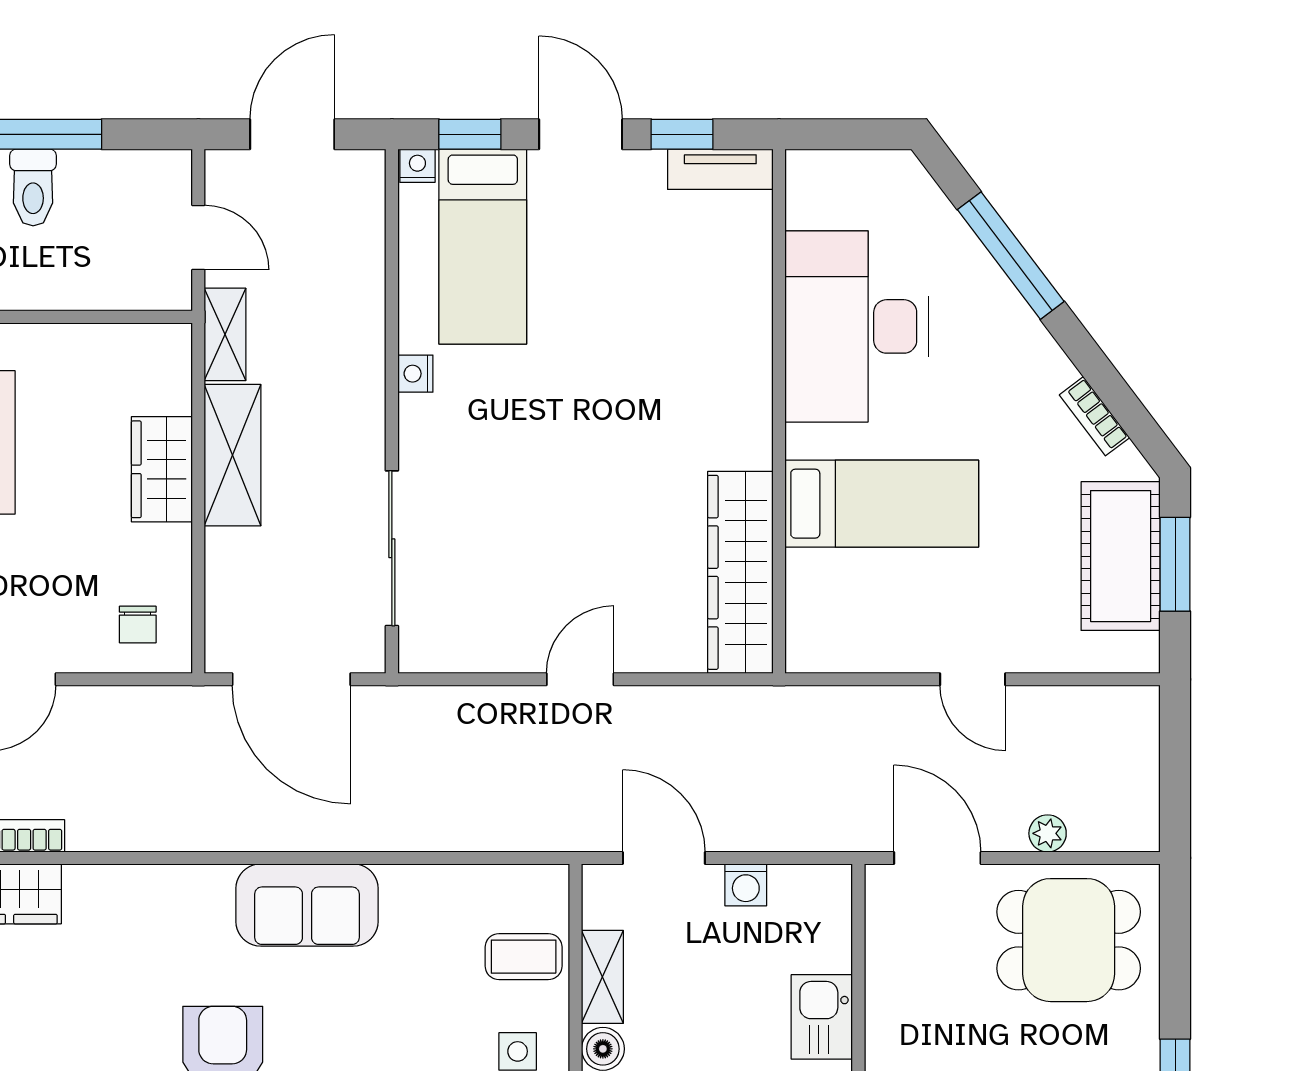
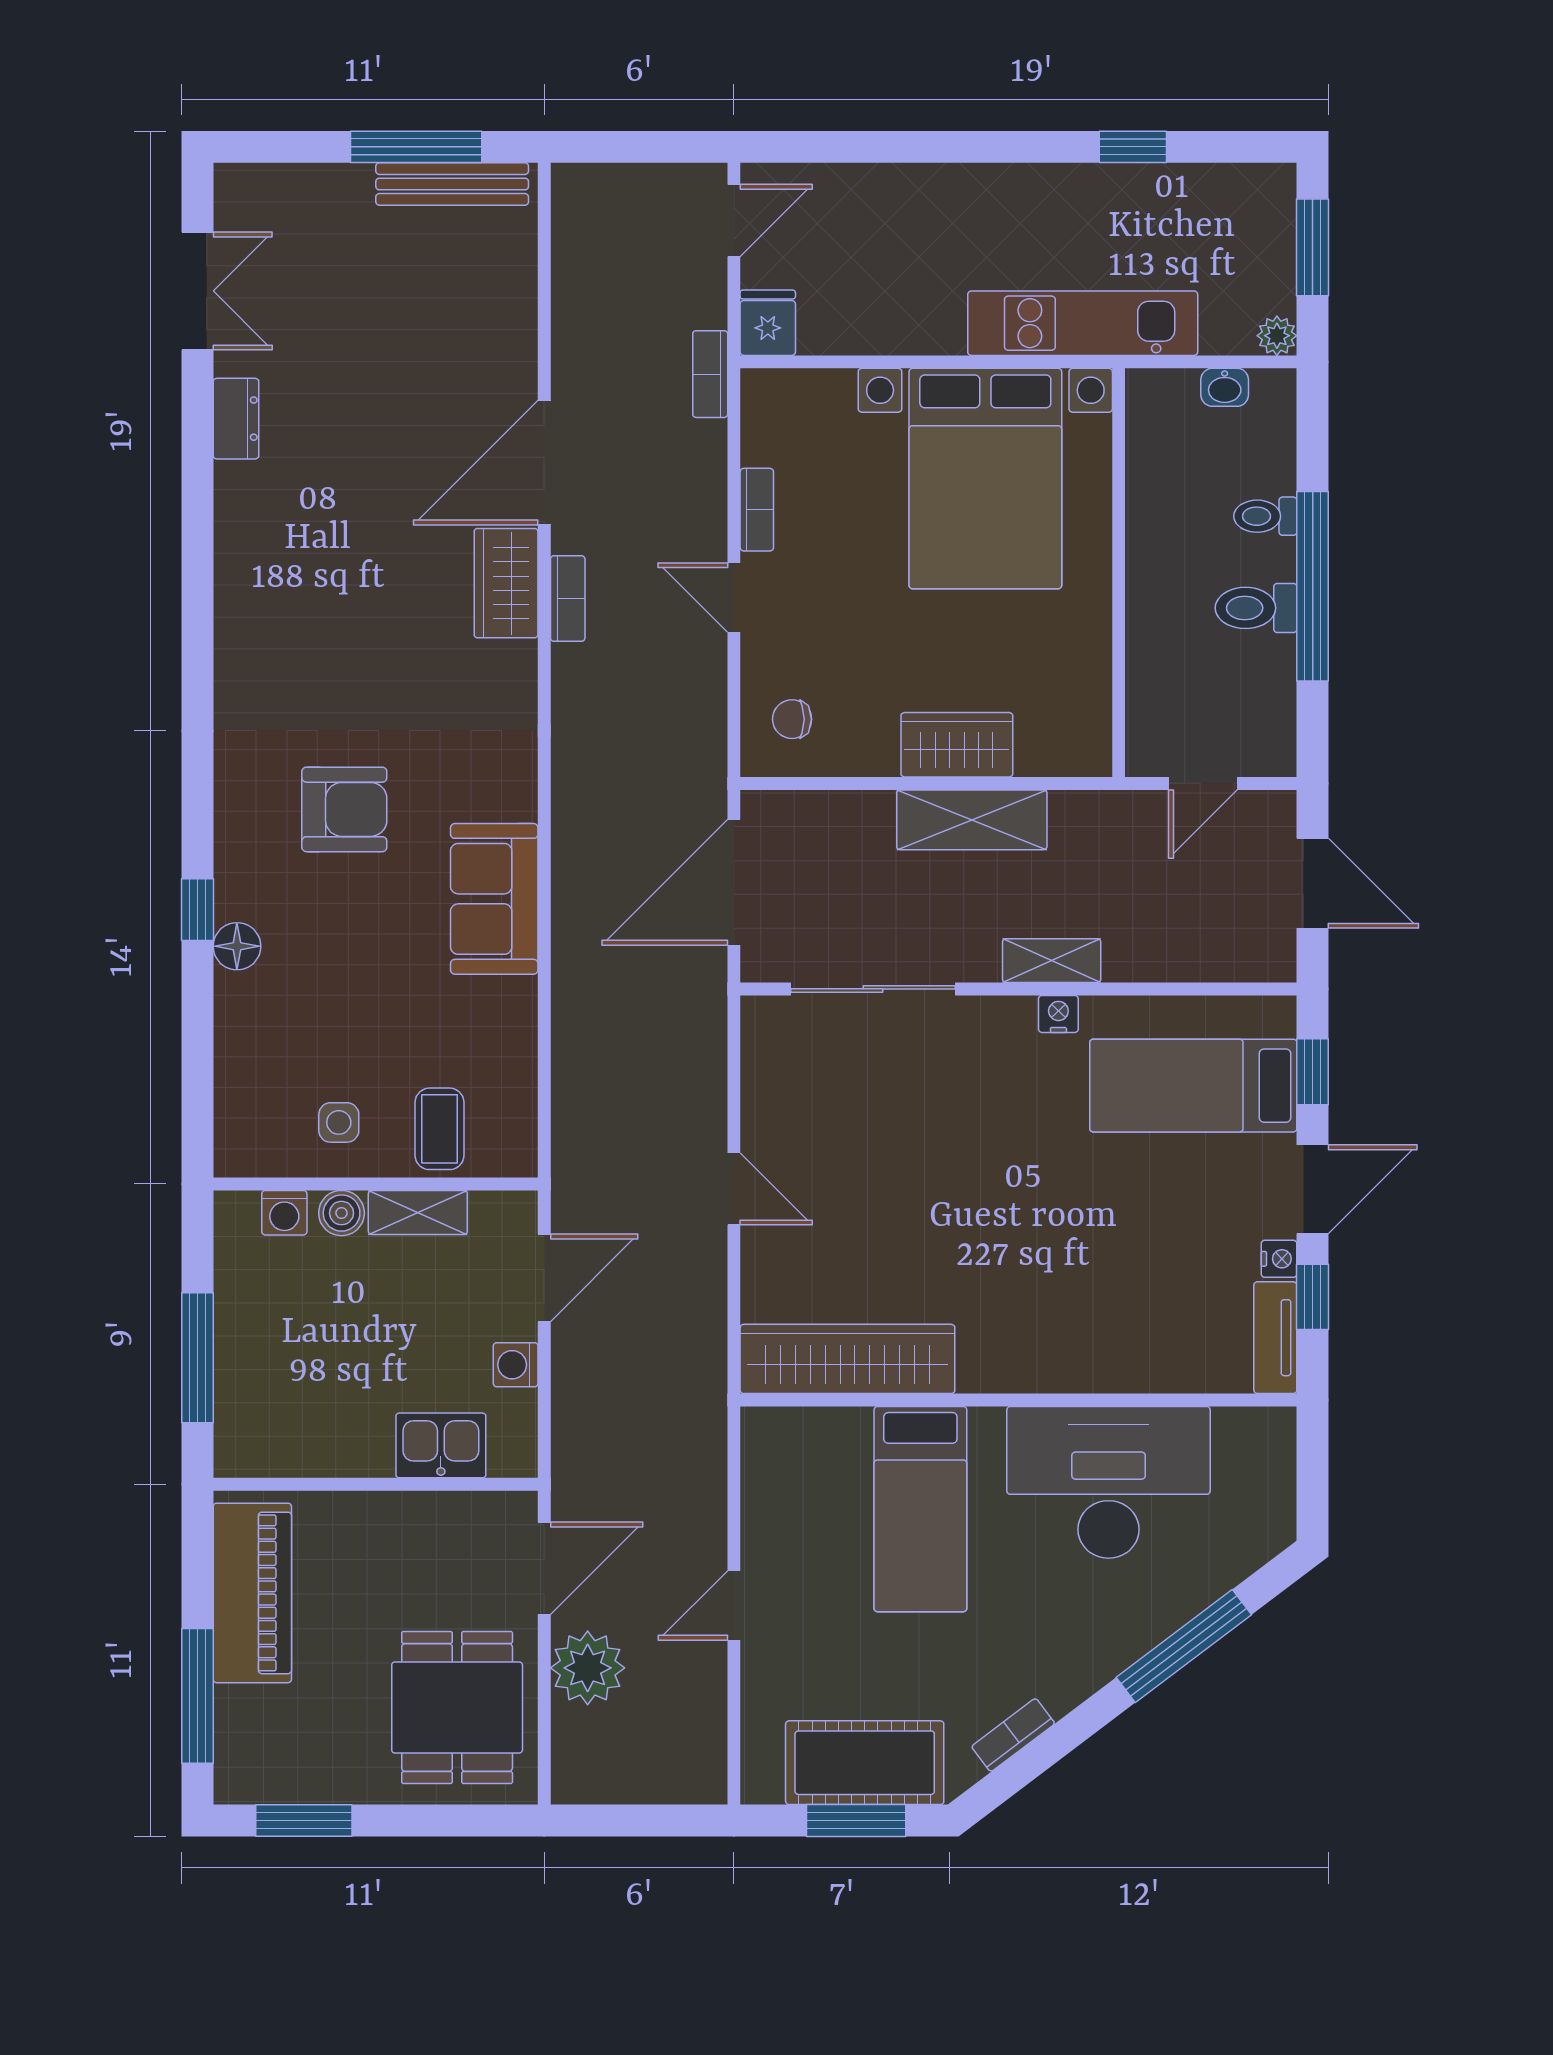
nightstand: (417, 166) -> (1279, 1259), moved
shelving: (225, 334) -> (1052, 961), moved
plant: (1048, 833) -> (588, 1668), width x1.87, depth x1.87
kitchen sink: (822, 1017) -> (441, 1445), moved

